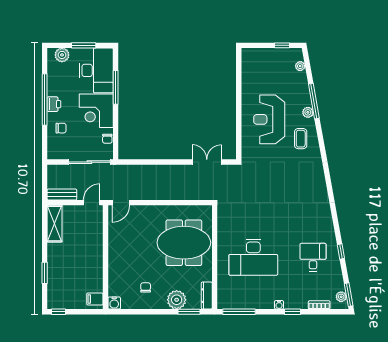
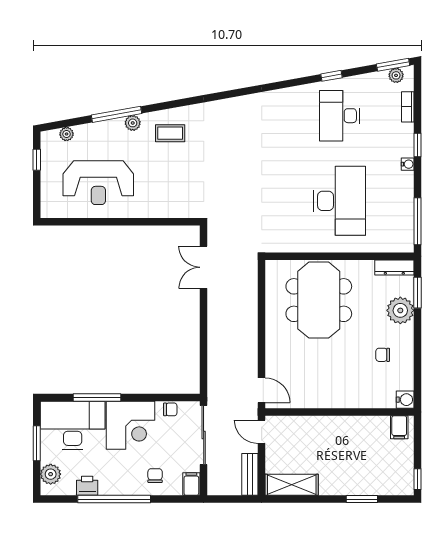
printer: (54, 104) -> (87, 486), moved
reception desk: (269, 119) -> (98, 183), moved
filing cabinet: (55, 154) -> (191, 484), added
desk: (313, 257) -> (340, 116), width x1.37

